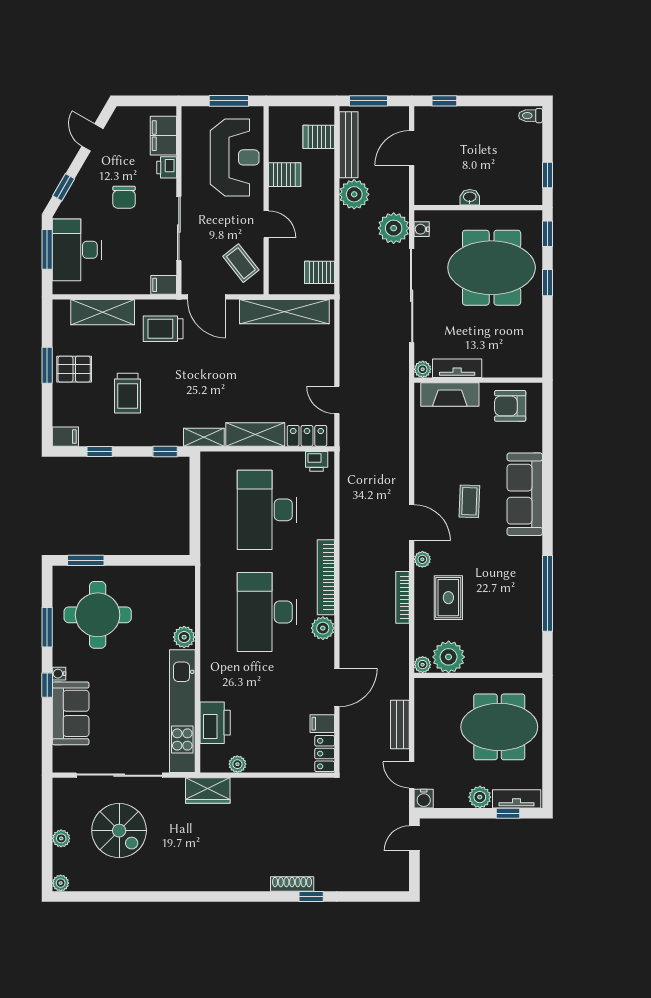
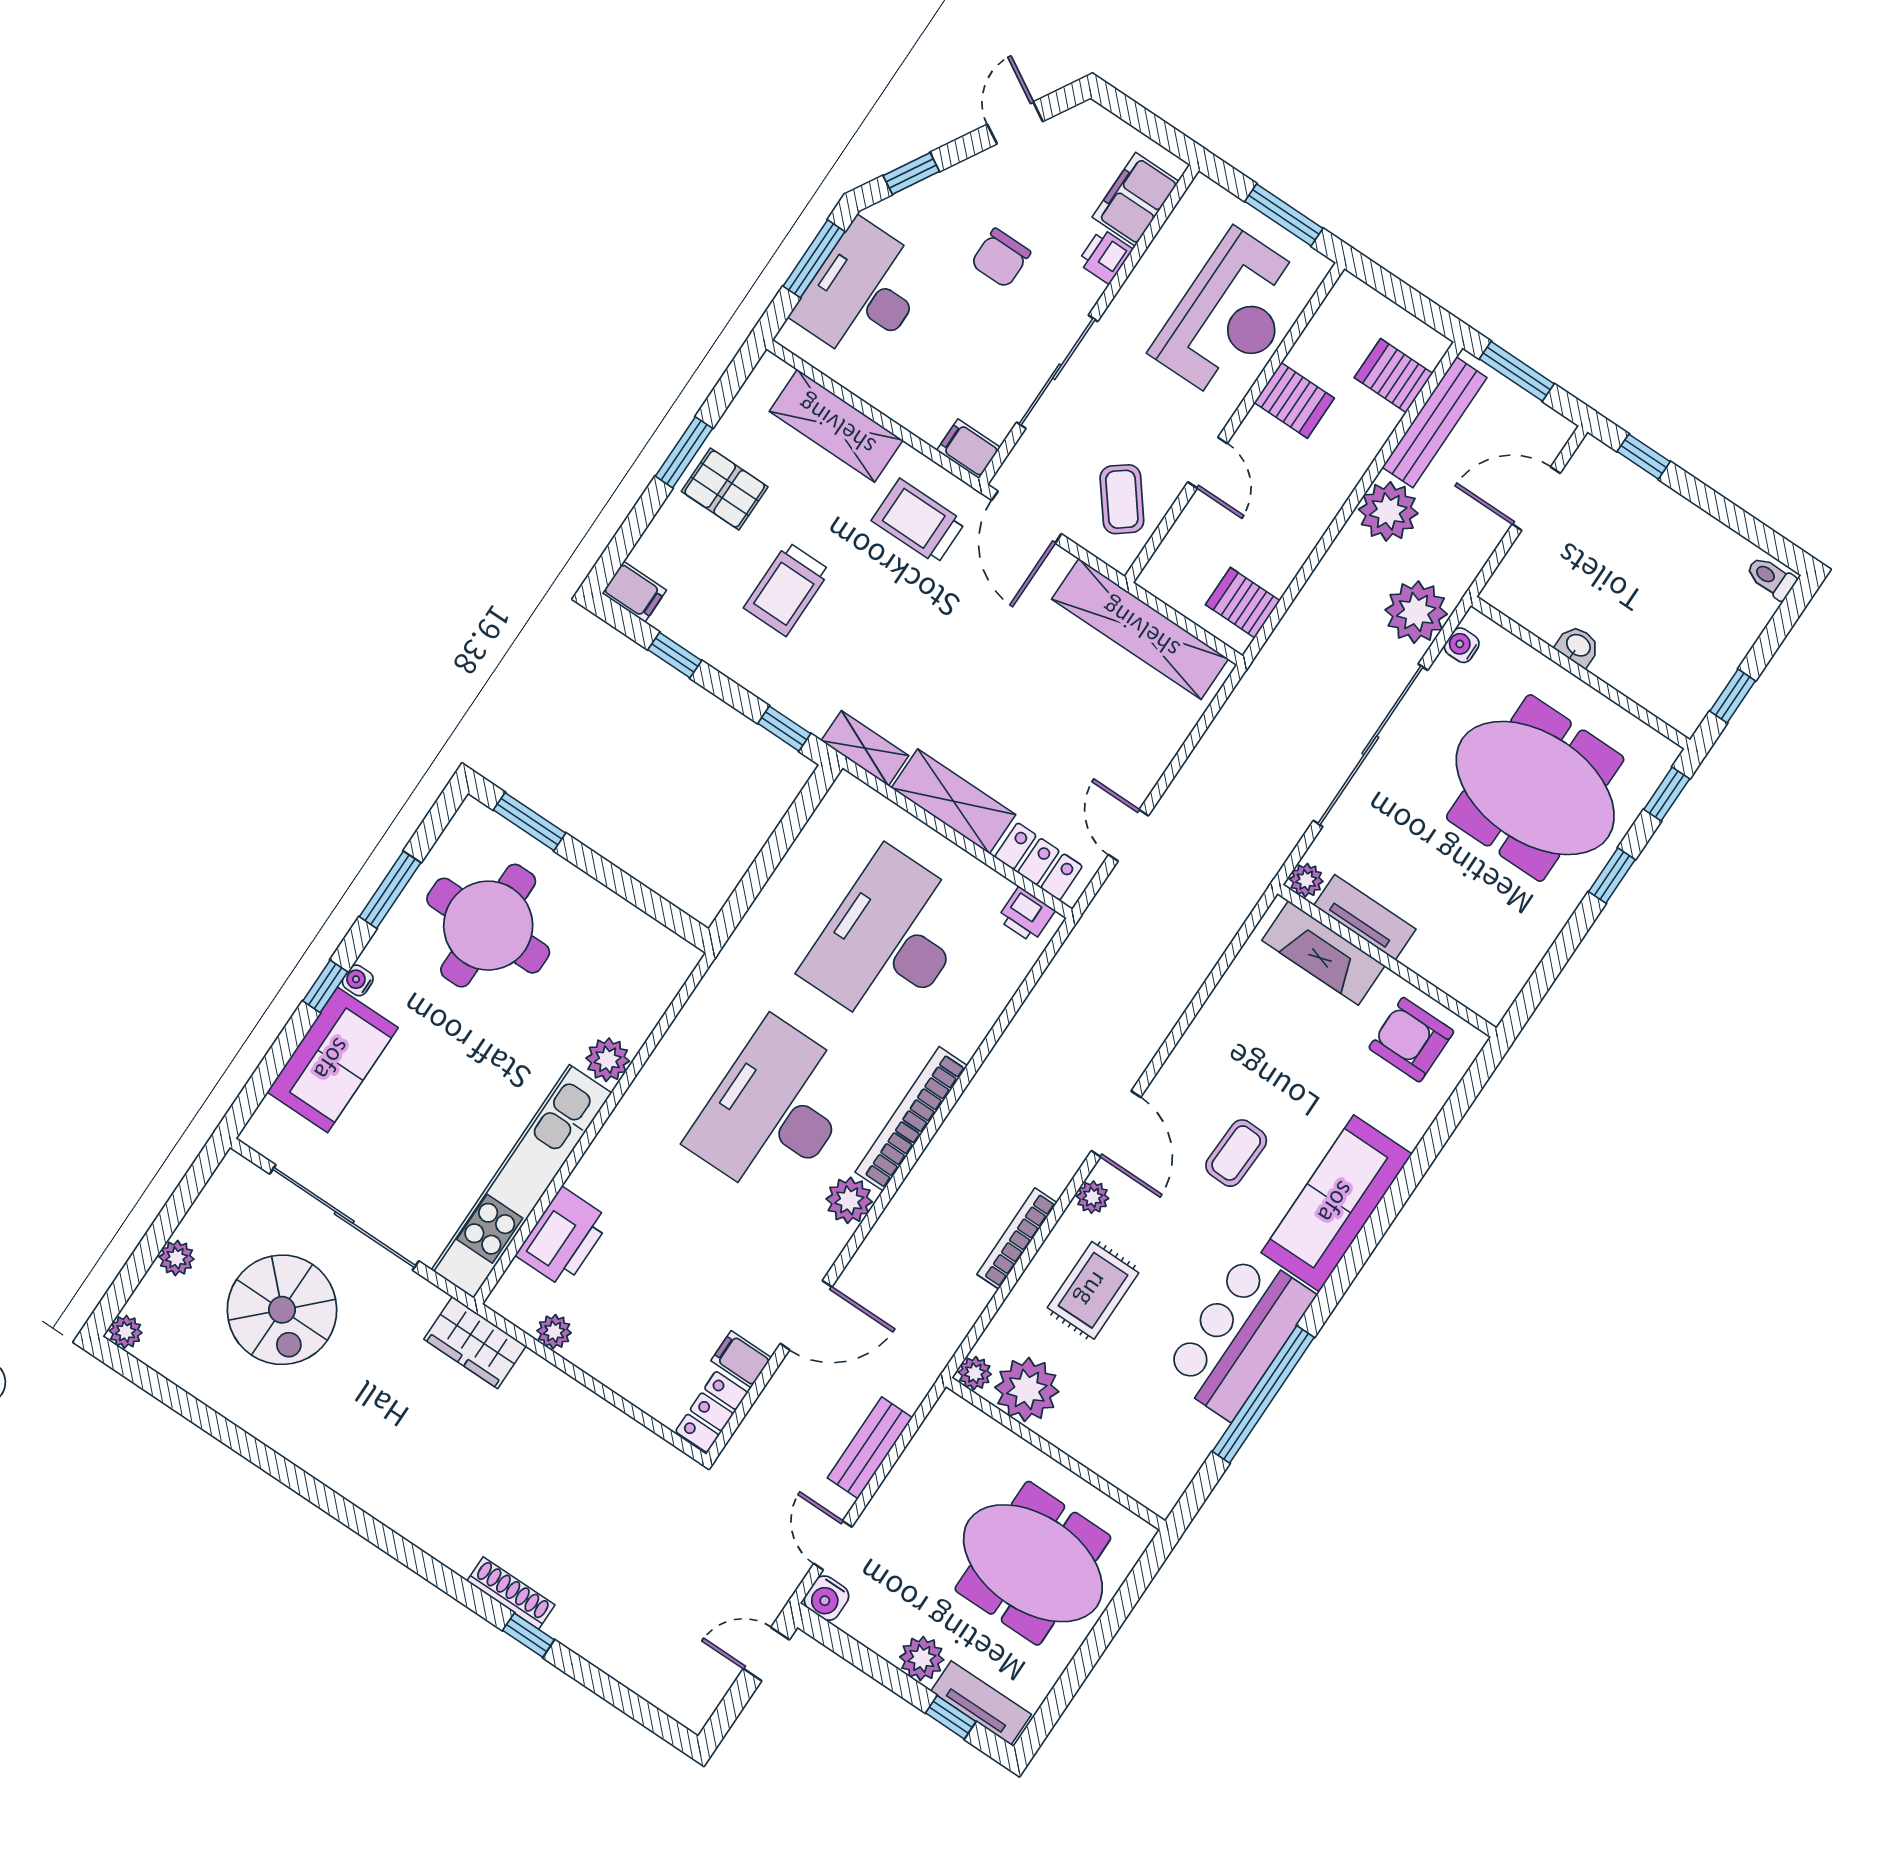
bar counter: (521, 576) -> (1239, 1335), added

